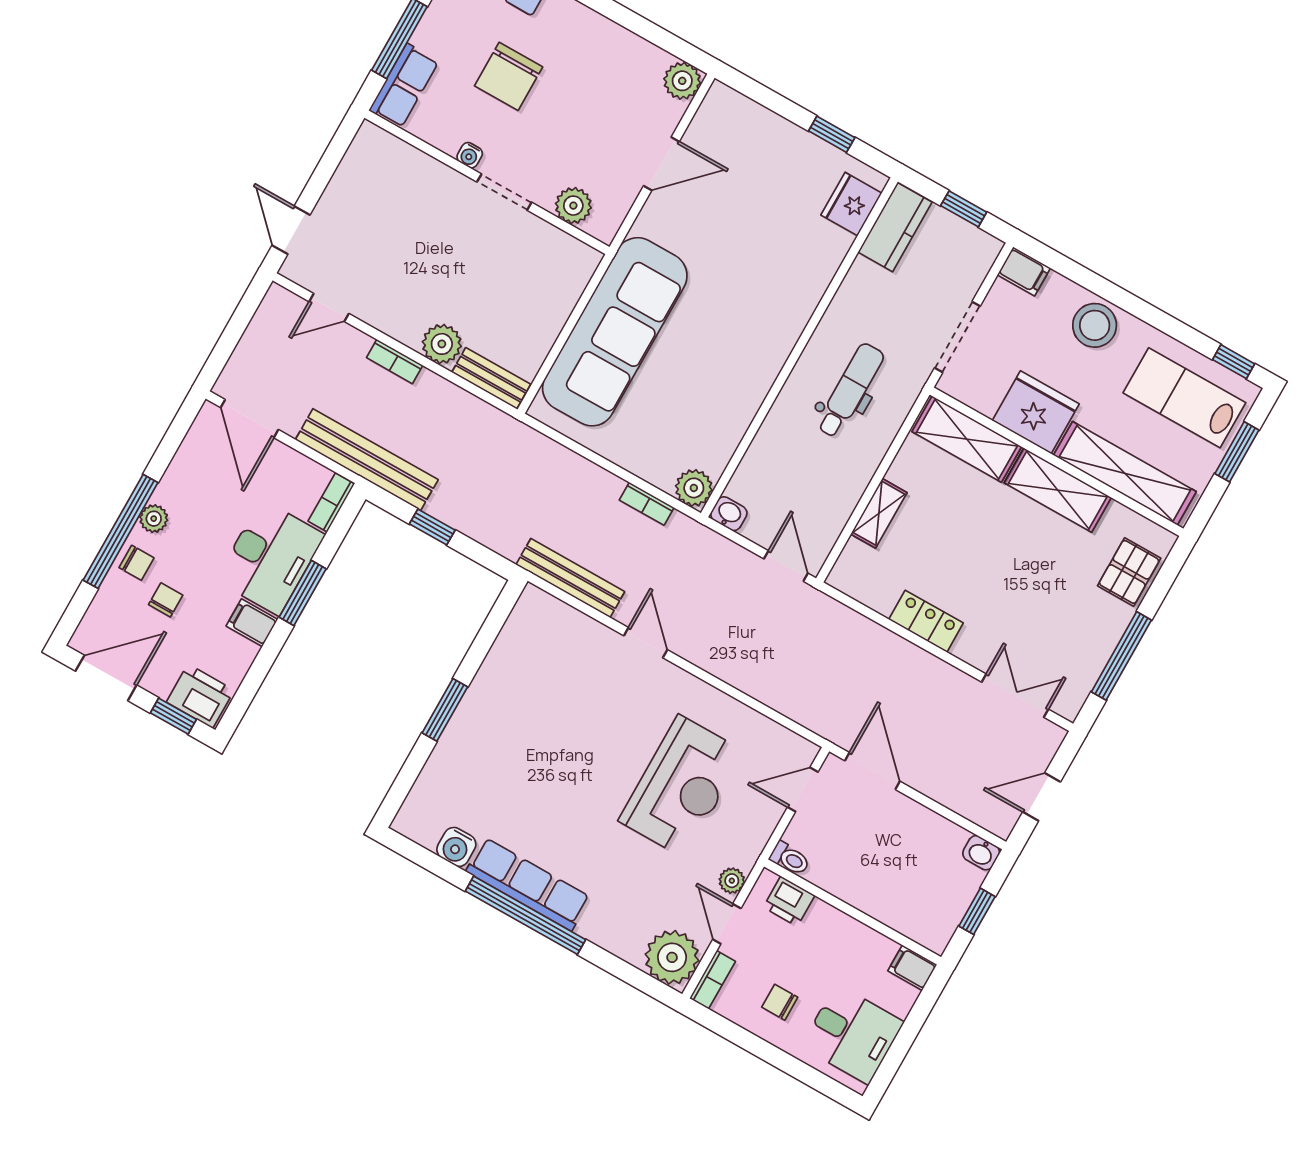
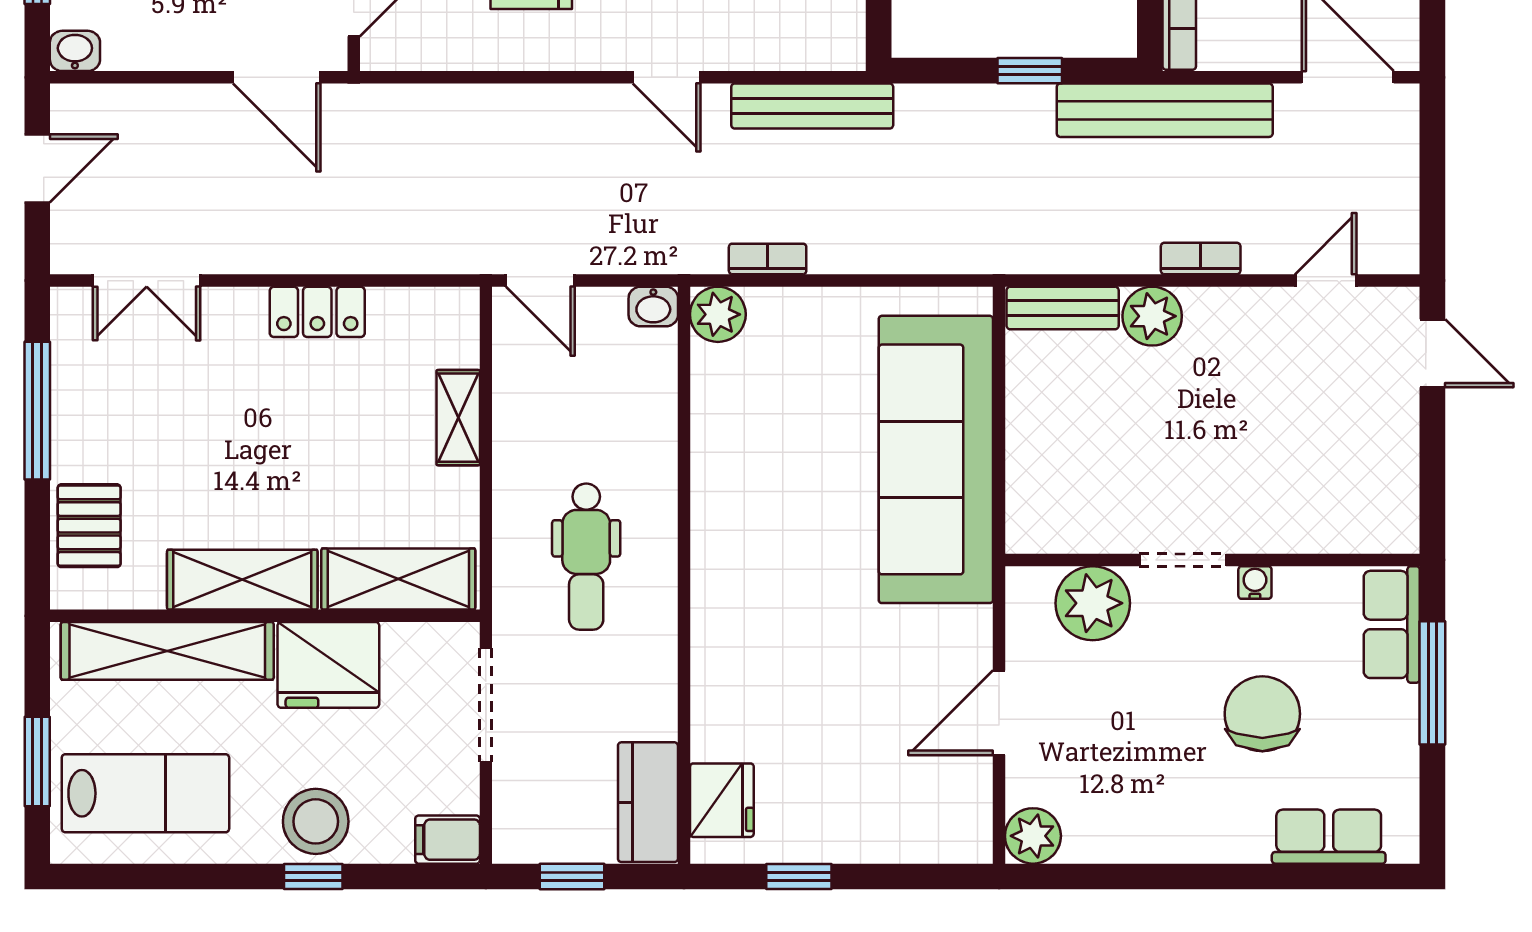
plant: (573, 206) -> (1093, 603), width x1.36, depth x1.36
window: (1234, 362) -> (313, 876), moved

